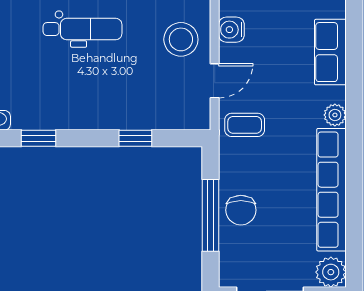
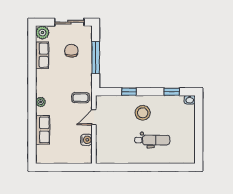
dental chair: (83, 29) -> (152, 140), turned 180
stool: (181, 39) -> (143, 113), moved
row of seats: (332, 190) -> (42, 55), width x0.50
chair: (241, 210) -> (71, 51), moved

